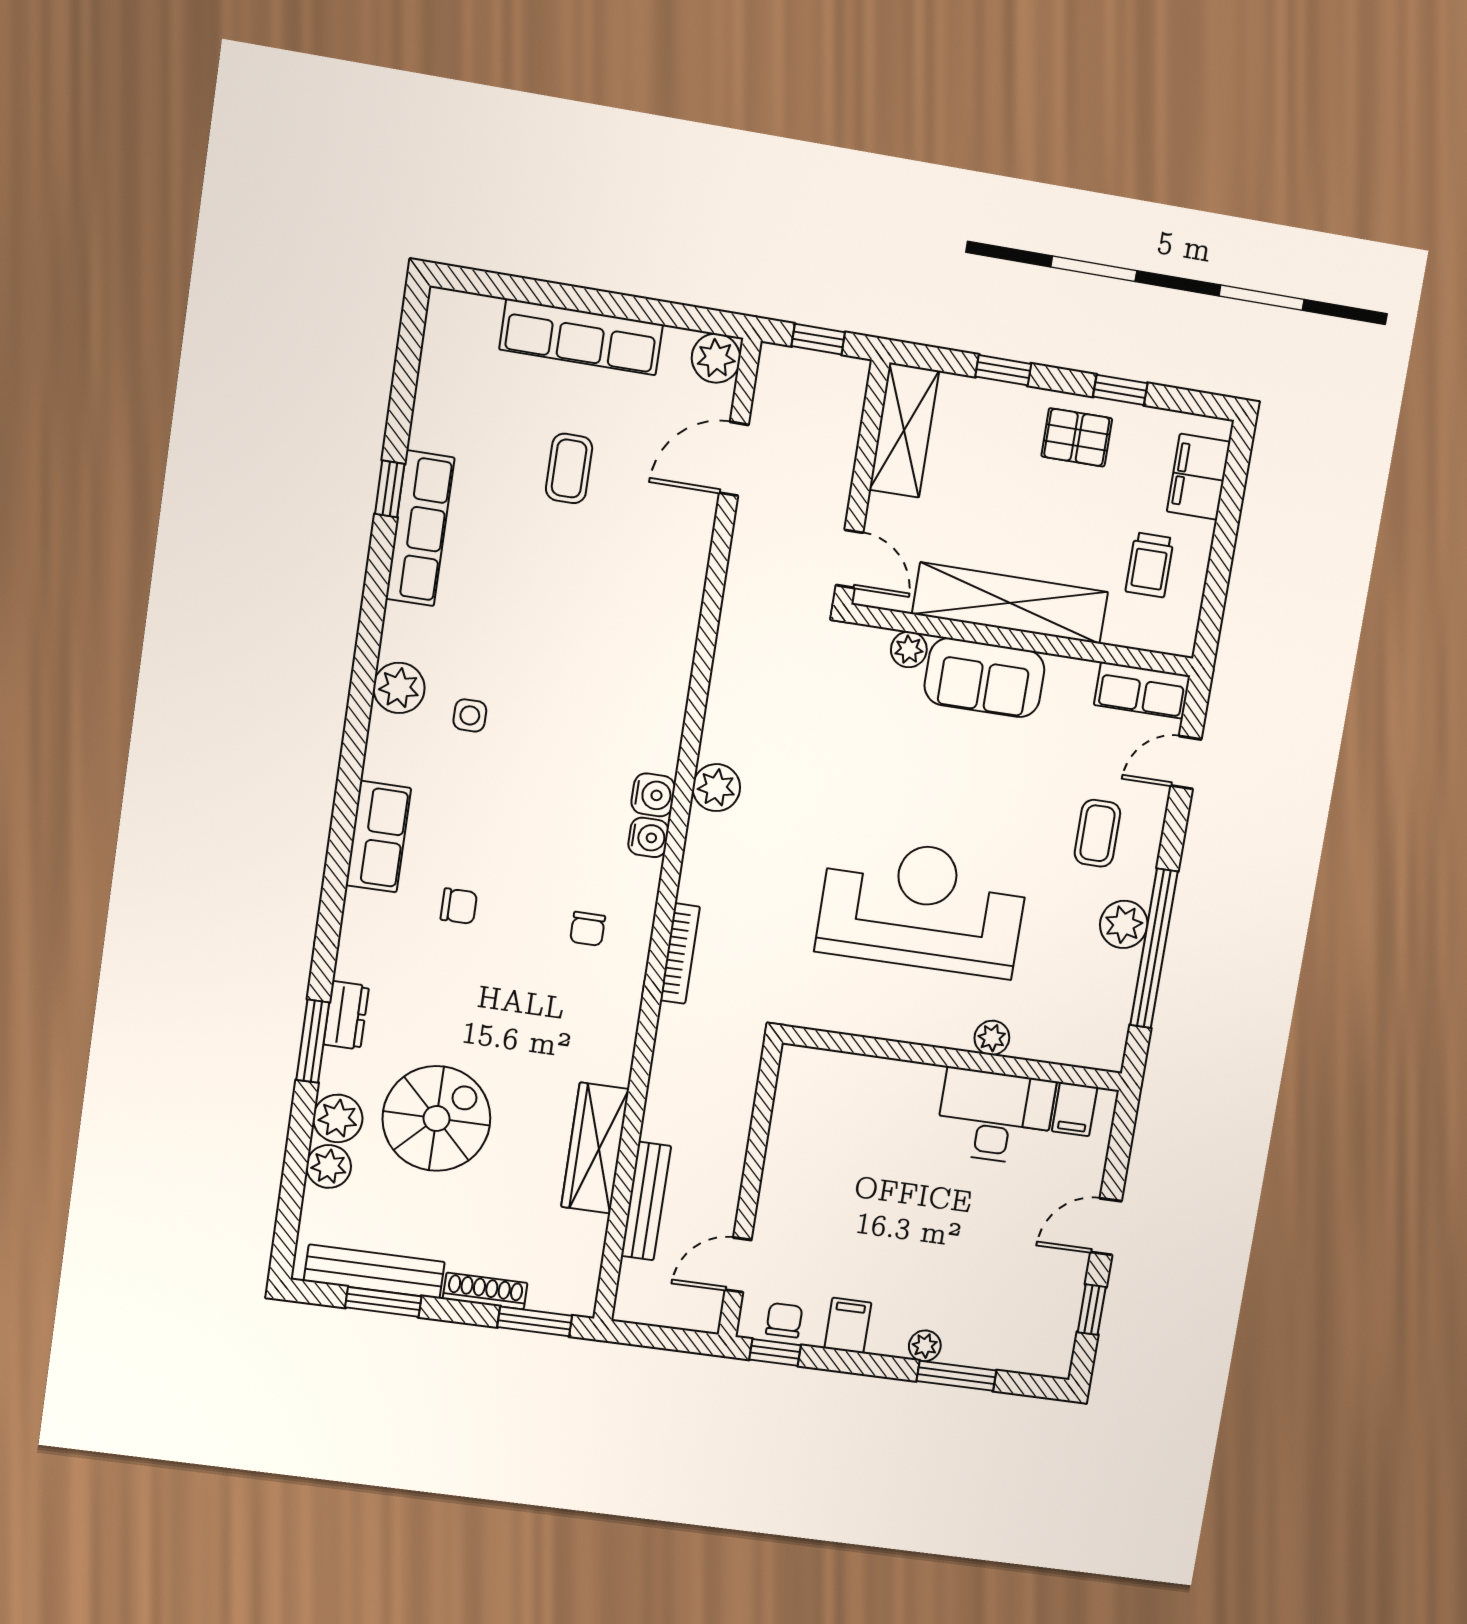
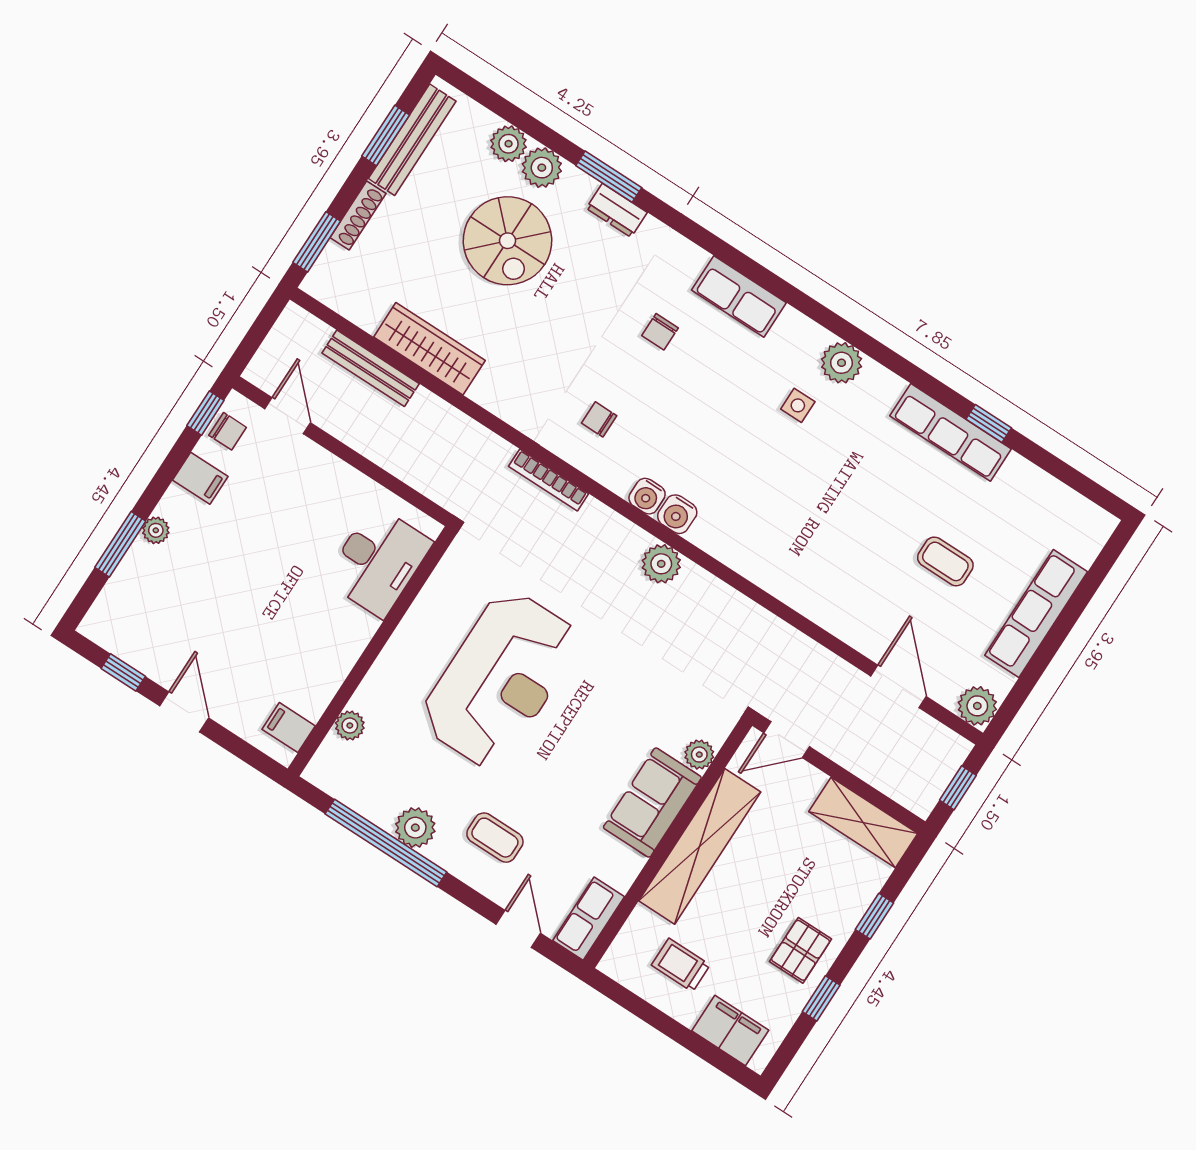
plant: (992, 1038) -> (350, 725), moved
desk: (995, 1116) -> (378, 561), moved

